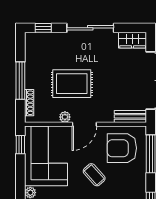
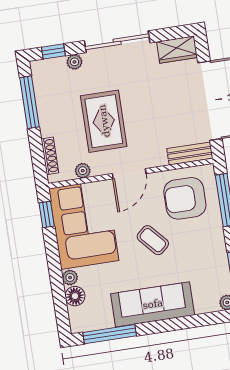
plant: (57, 38) -> (74, 62), added
window: (20, 81) -> (29, 102), moved
rug: (72, 84) -> (104, 121), turned 90
plant: (65, 117) -> (83, 171), moved

